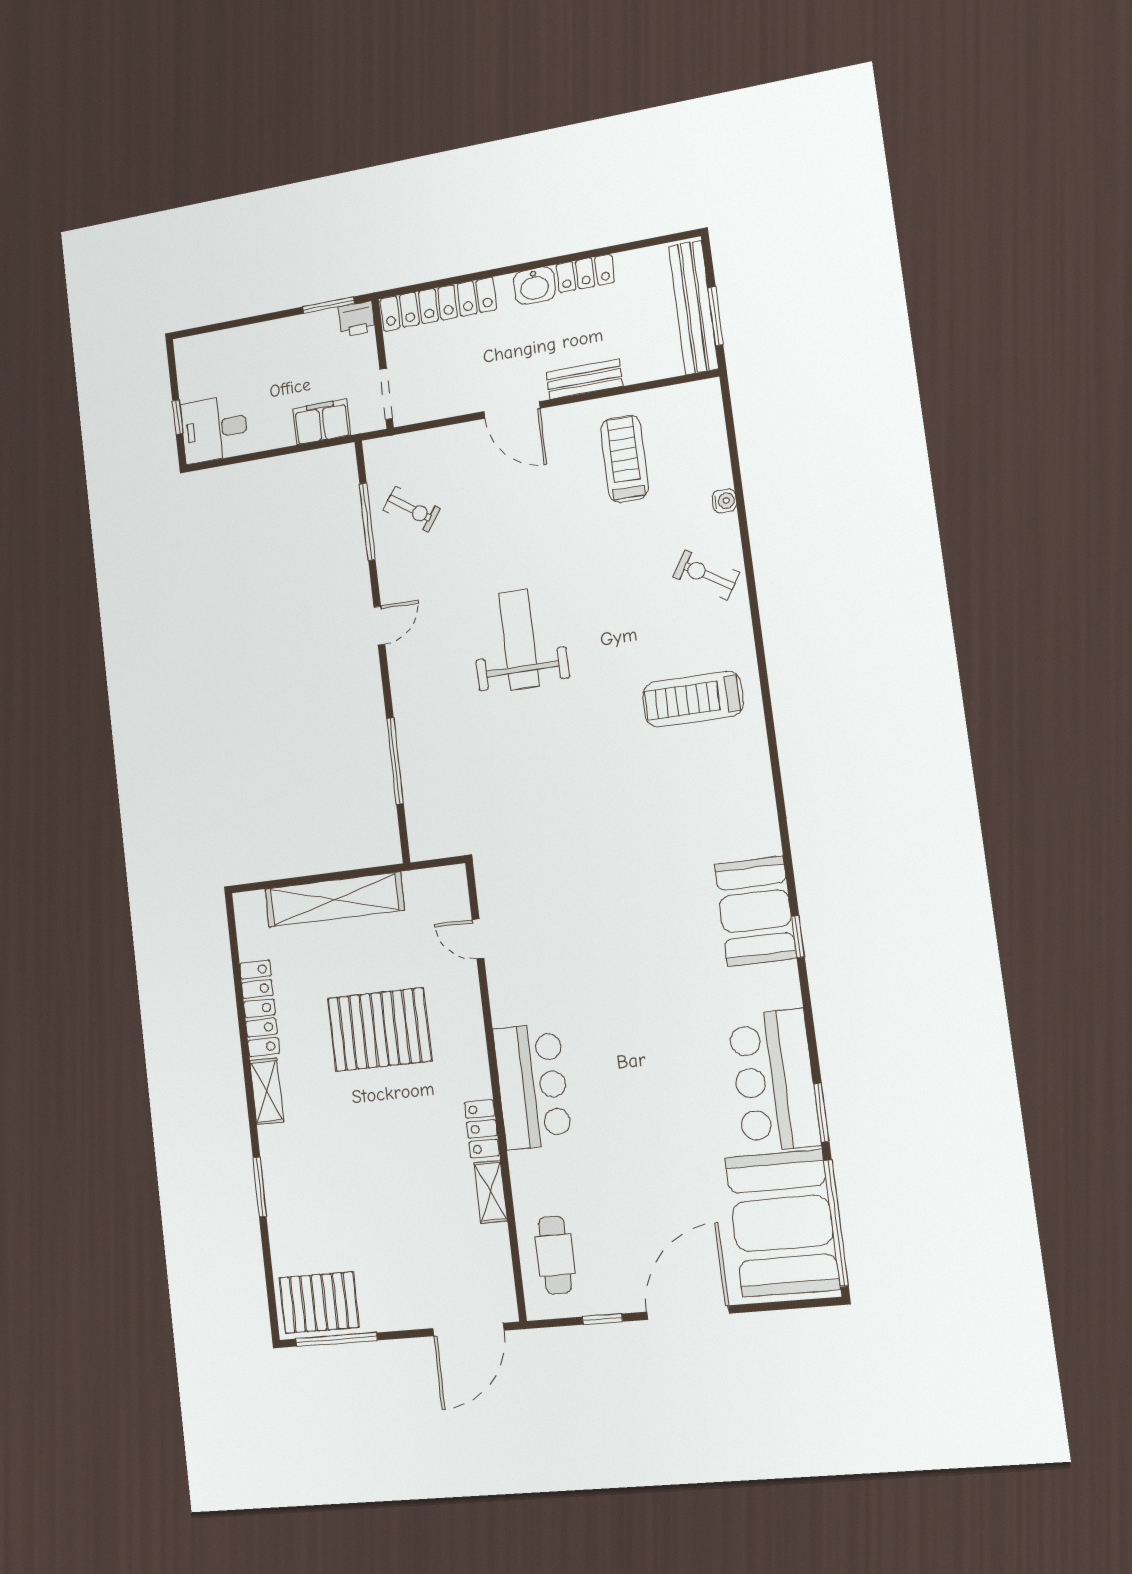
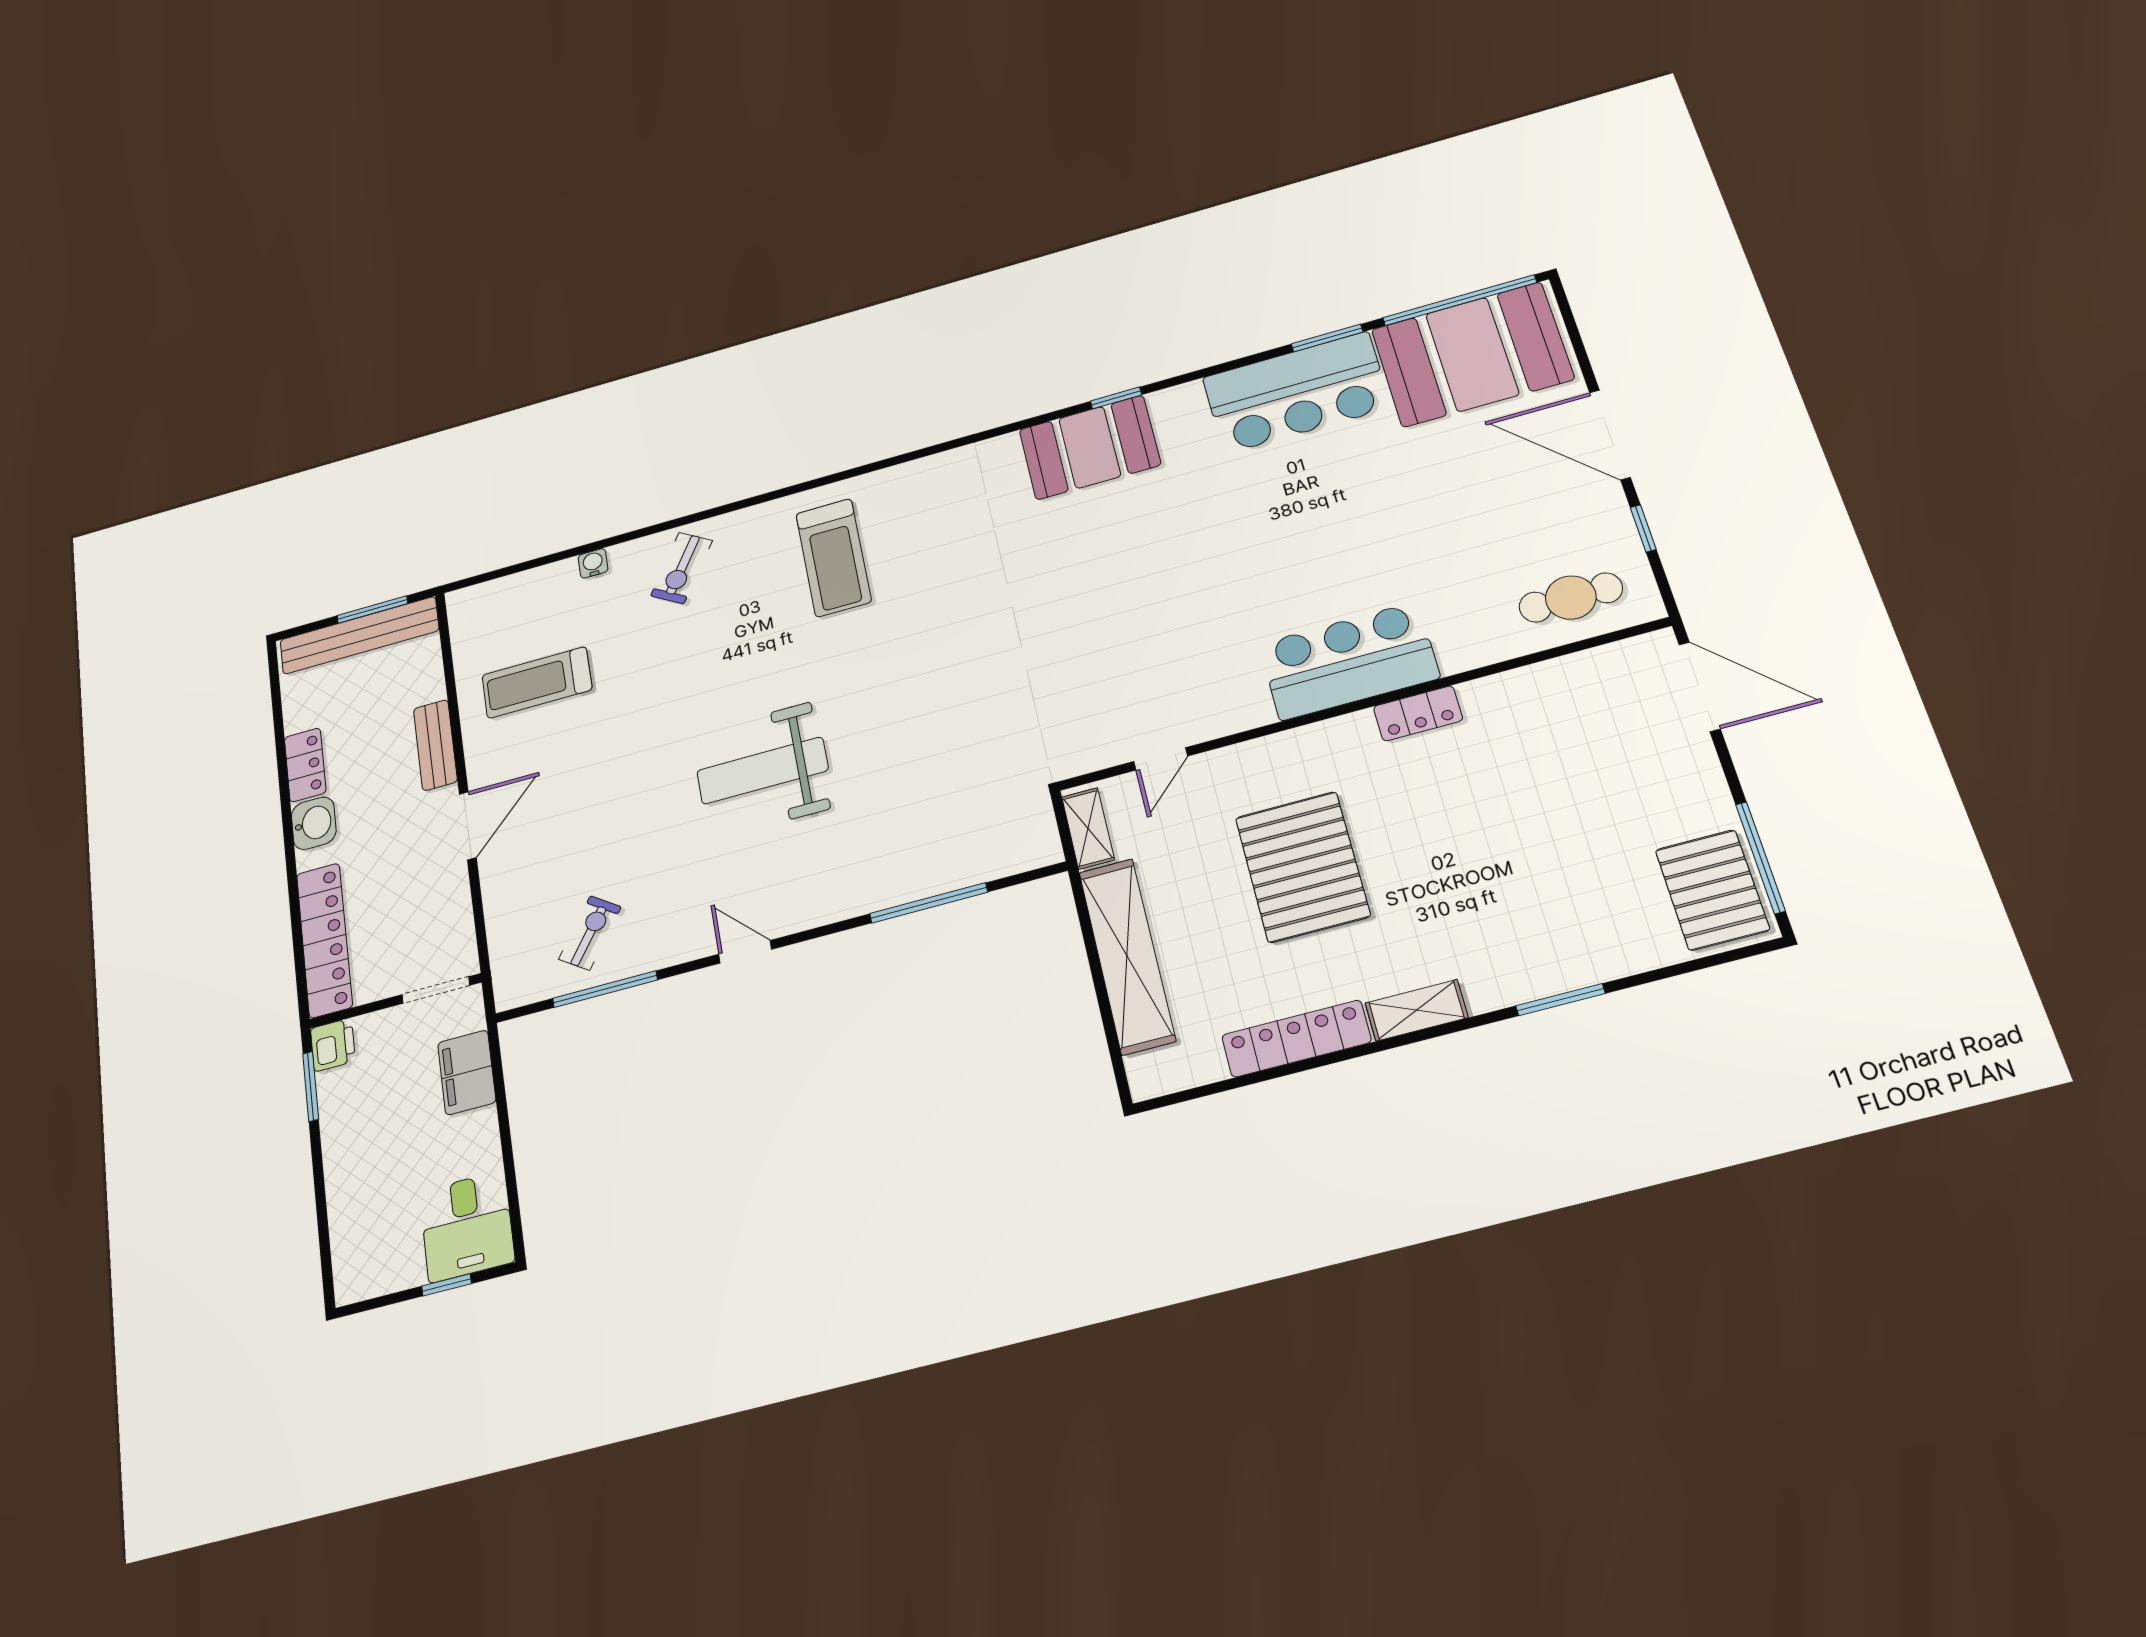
shelving: (491, 1192) -> (1088, 828), moved, turned 90

